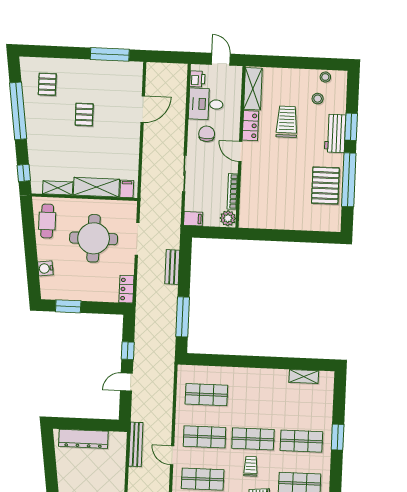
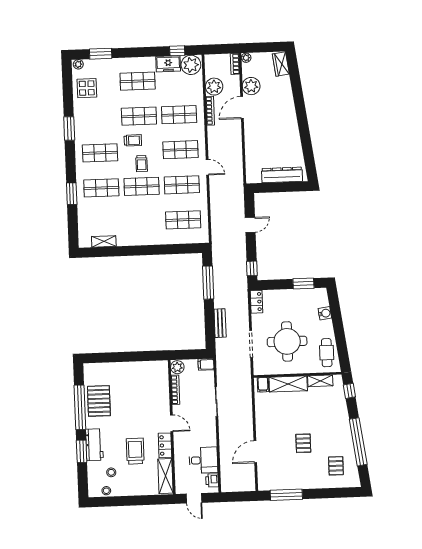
trolley: (287, 122) -> (135, 451), turned 180
chair: (207, 134) -> (201, 436), removed
window: (128, 351) -> (252, 268), moved
bench: (136, 444) -> (238, 174), removed

